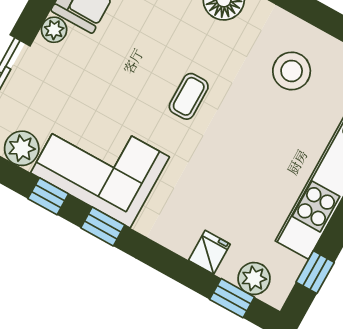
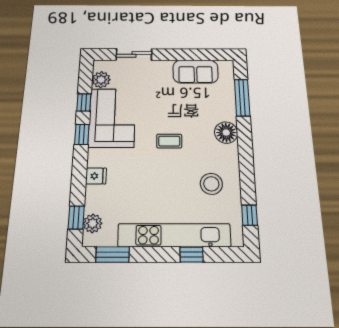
plant: (54, 30) -> (165, 66), removed
fridge: (209, 252) -> (96, 176), moved
window: (315, 272) -> (113, 255), width x1.50

